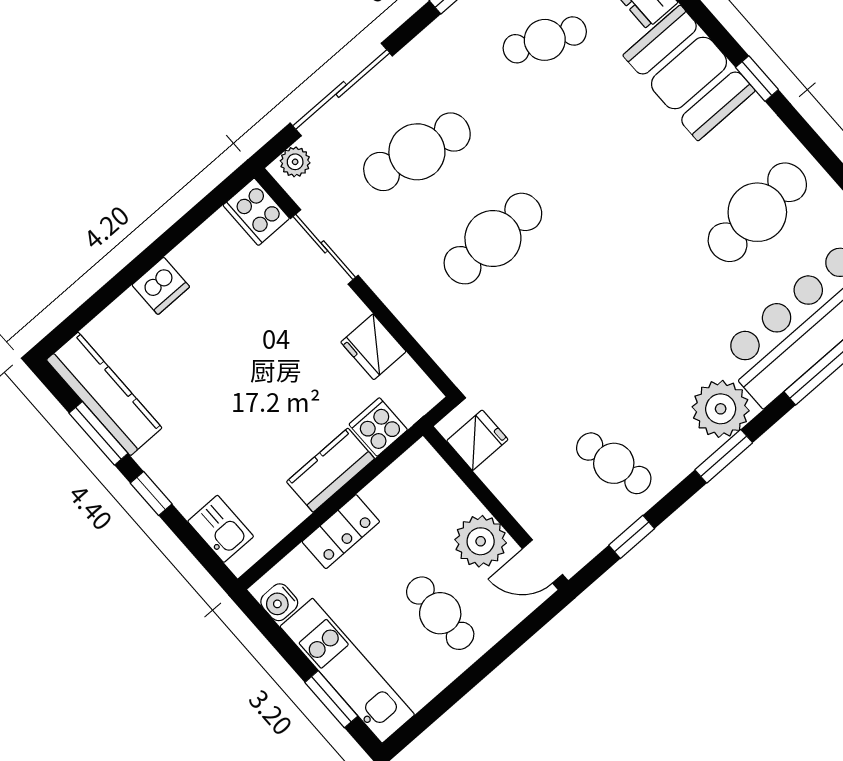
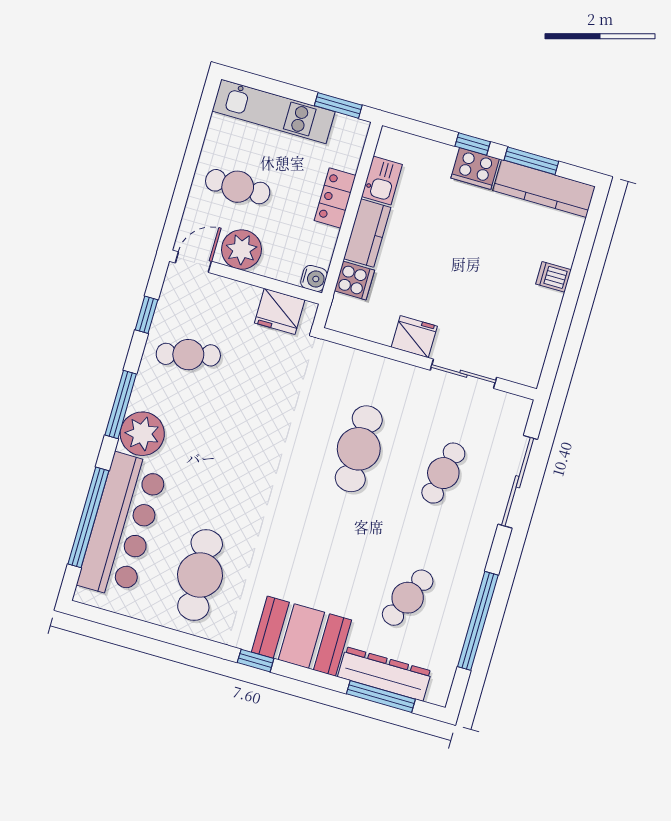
cafe table: (417, 152) -> (443, 473), width x0.73, depth x0.74
plant: (295, 162) -> (517, 416), removed
cooker: (256, 212) -> (475, 168), moved, turned 180
dishwasher: (161, 286) -> (553, 277), width x0.73
fridge: (373, 347) -> (414, 337), moved
fridge: (477, 440) -> (280, 311), width x1.38
window: (724, 456) -> (121, 405), width x1.44
kitchen sink: (221, 529) -> (382, 181), moved, turned -90
water cooler: (279, 602) -> (314, 278), moved, turned 90
window: (331, 699) -> (338, 105), moved

